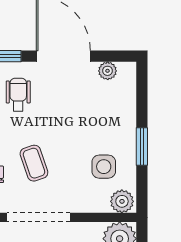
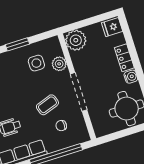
plant: (122, 201) -> (59, 64), moved

